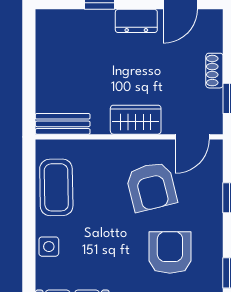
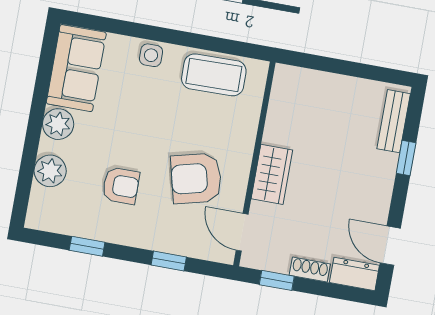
dresser: (136, 21) -> (354, 274), moved, turned 90
bench: (63, 124) -> (394, 121), moved
armchair: (170, 252) -> (121, 186), width x0.72, depth x0.72

